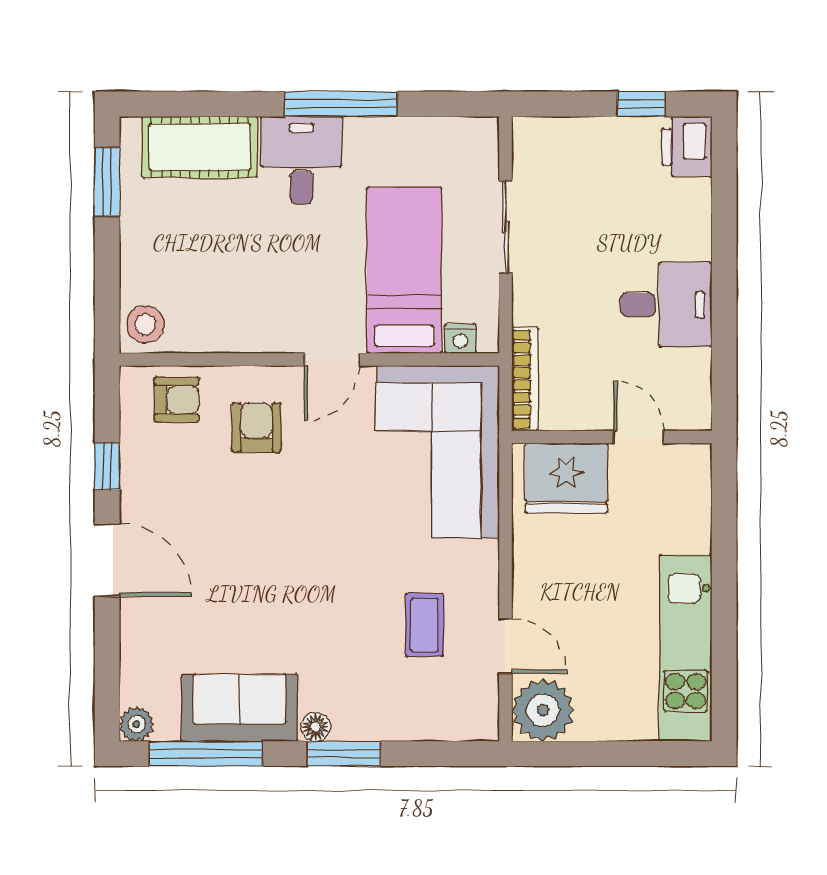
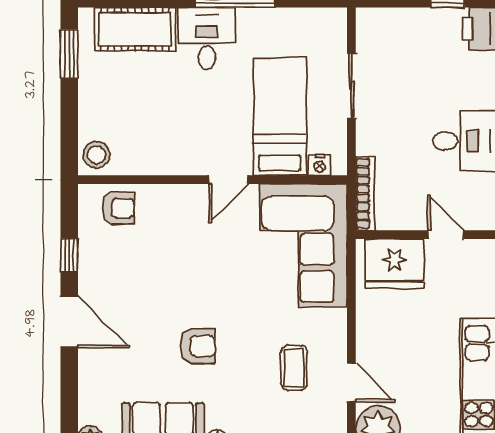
armchair: (256, 427) -> (198, 346), moved, turned 90

